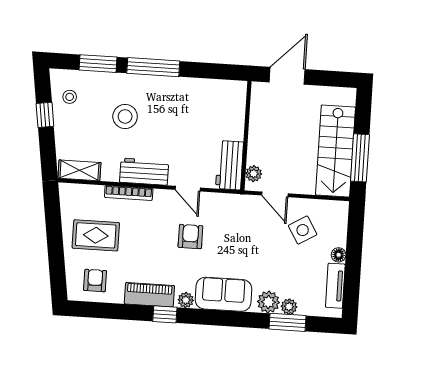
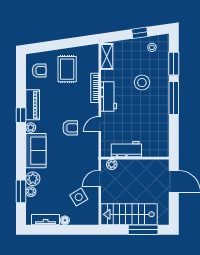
window: (360, 158) -> (143, 230), moved
workbench: (230, 165) -> (126, 149), moved

